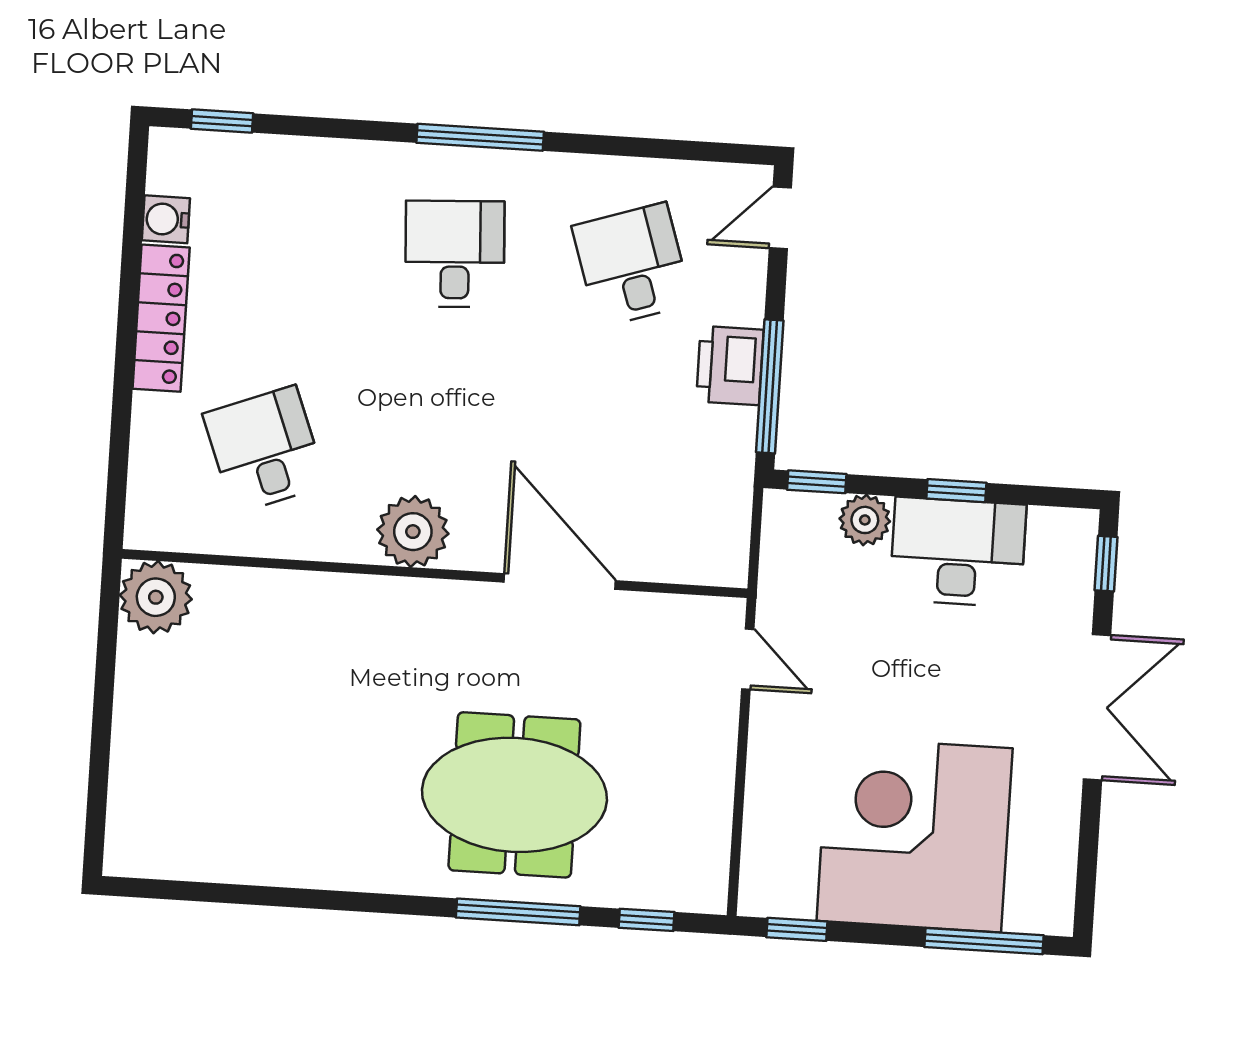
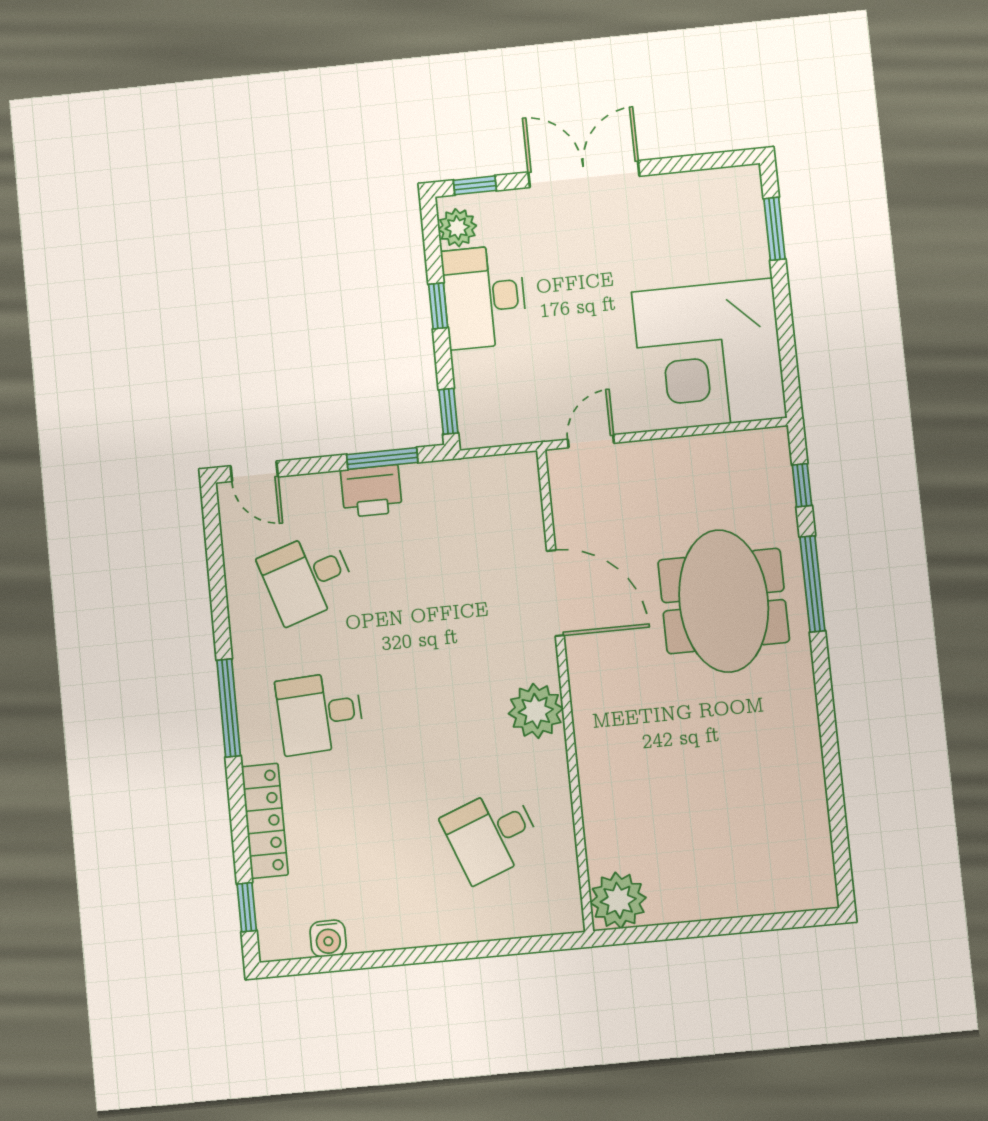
locker: (161, 318) -> (265, 821), moved, turned 90
window: (770, 386) -> (382, 458), width x0.69
plant: (865, 520) -> (457, 228), moved
door: (560, 581) -> (555, 593), swing flipped
corner desk: (915, 835) -> (709, 355), moved
window: (797, 929) -> (790, 371), removed
window: (984, 941) -> (774, 229), width x0.69

